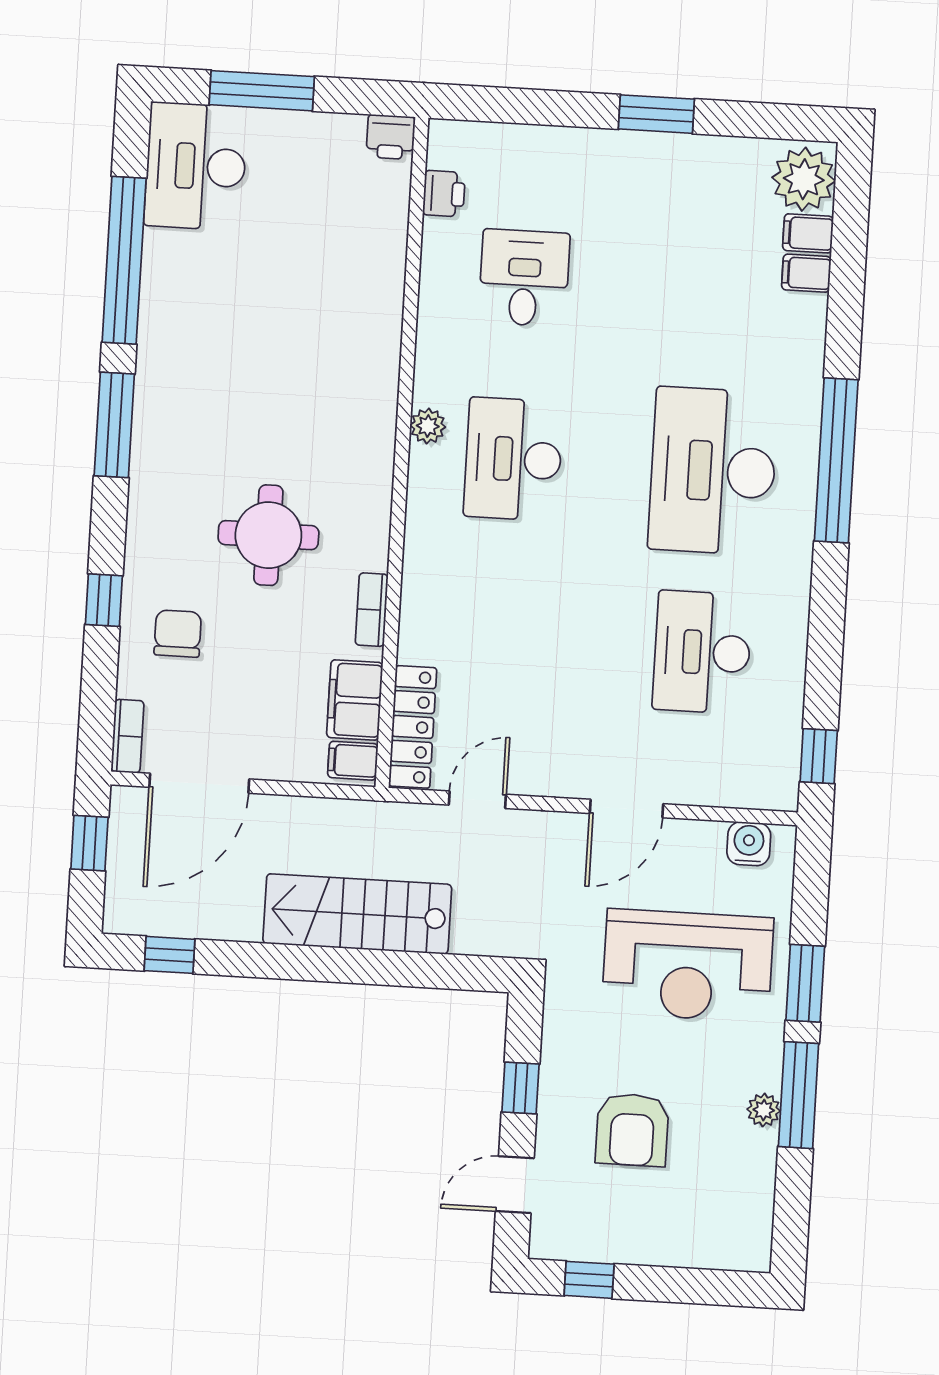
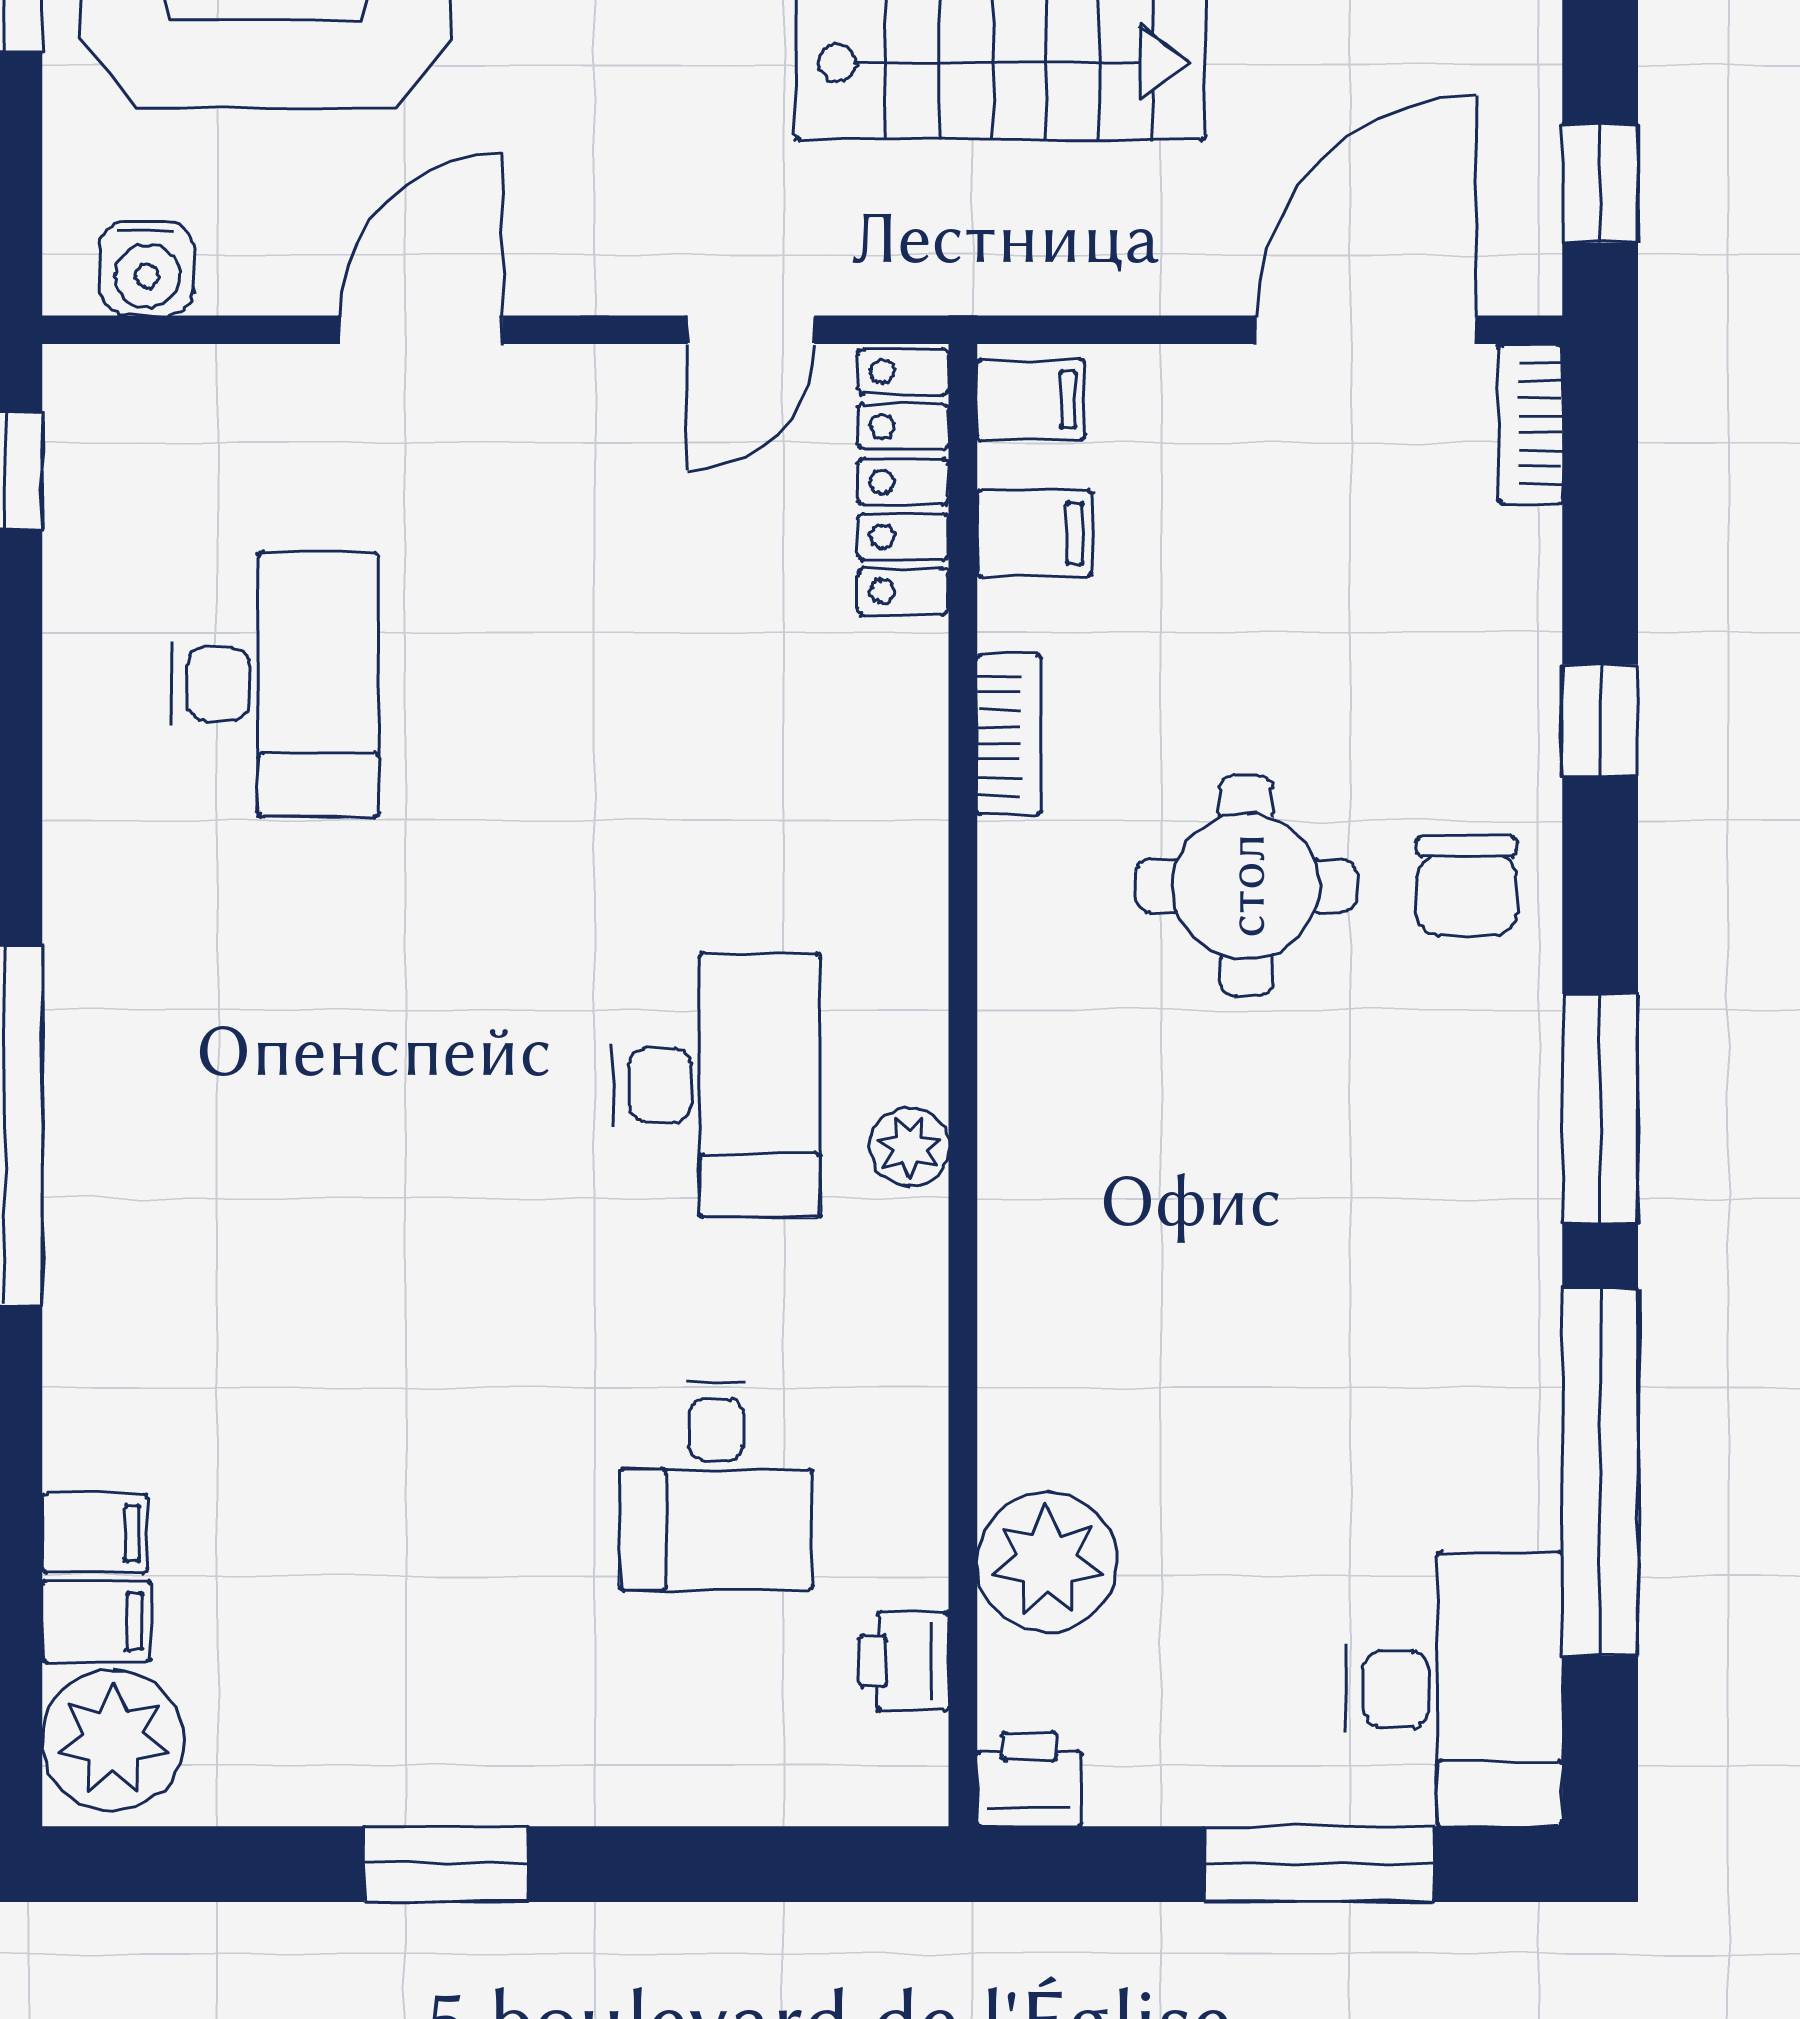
plant: (377, 235) -> (1047, 1562), added
desk: (713, 471) -> (275, 1085), removed
chair: (178, 634) -> (1466, 886), moved
filing cabinet: (355, 700) -> (1034, 533), width x0.50

